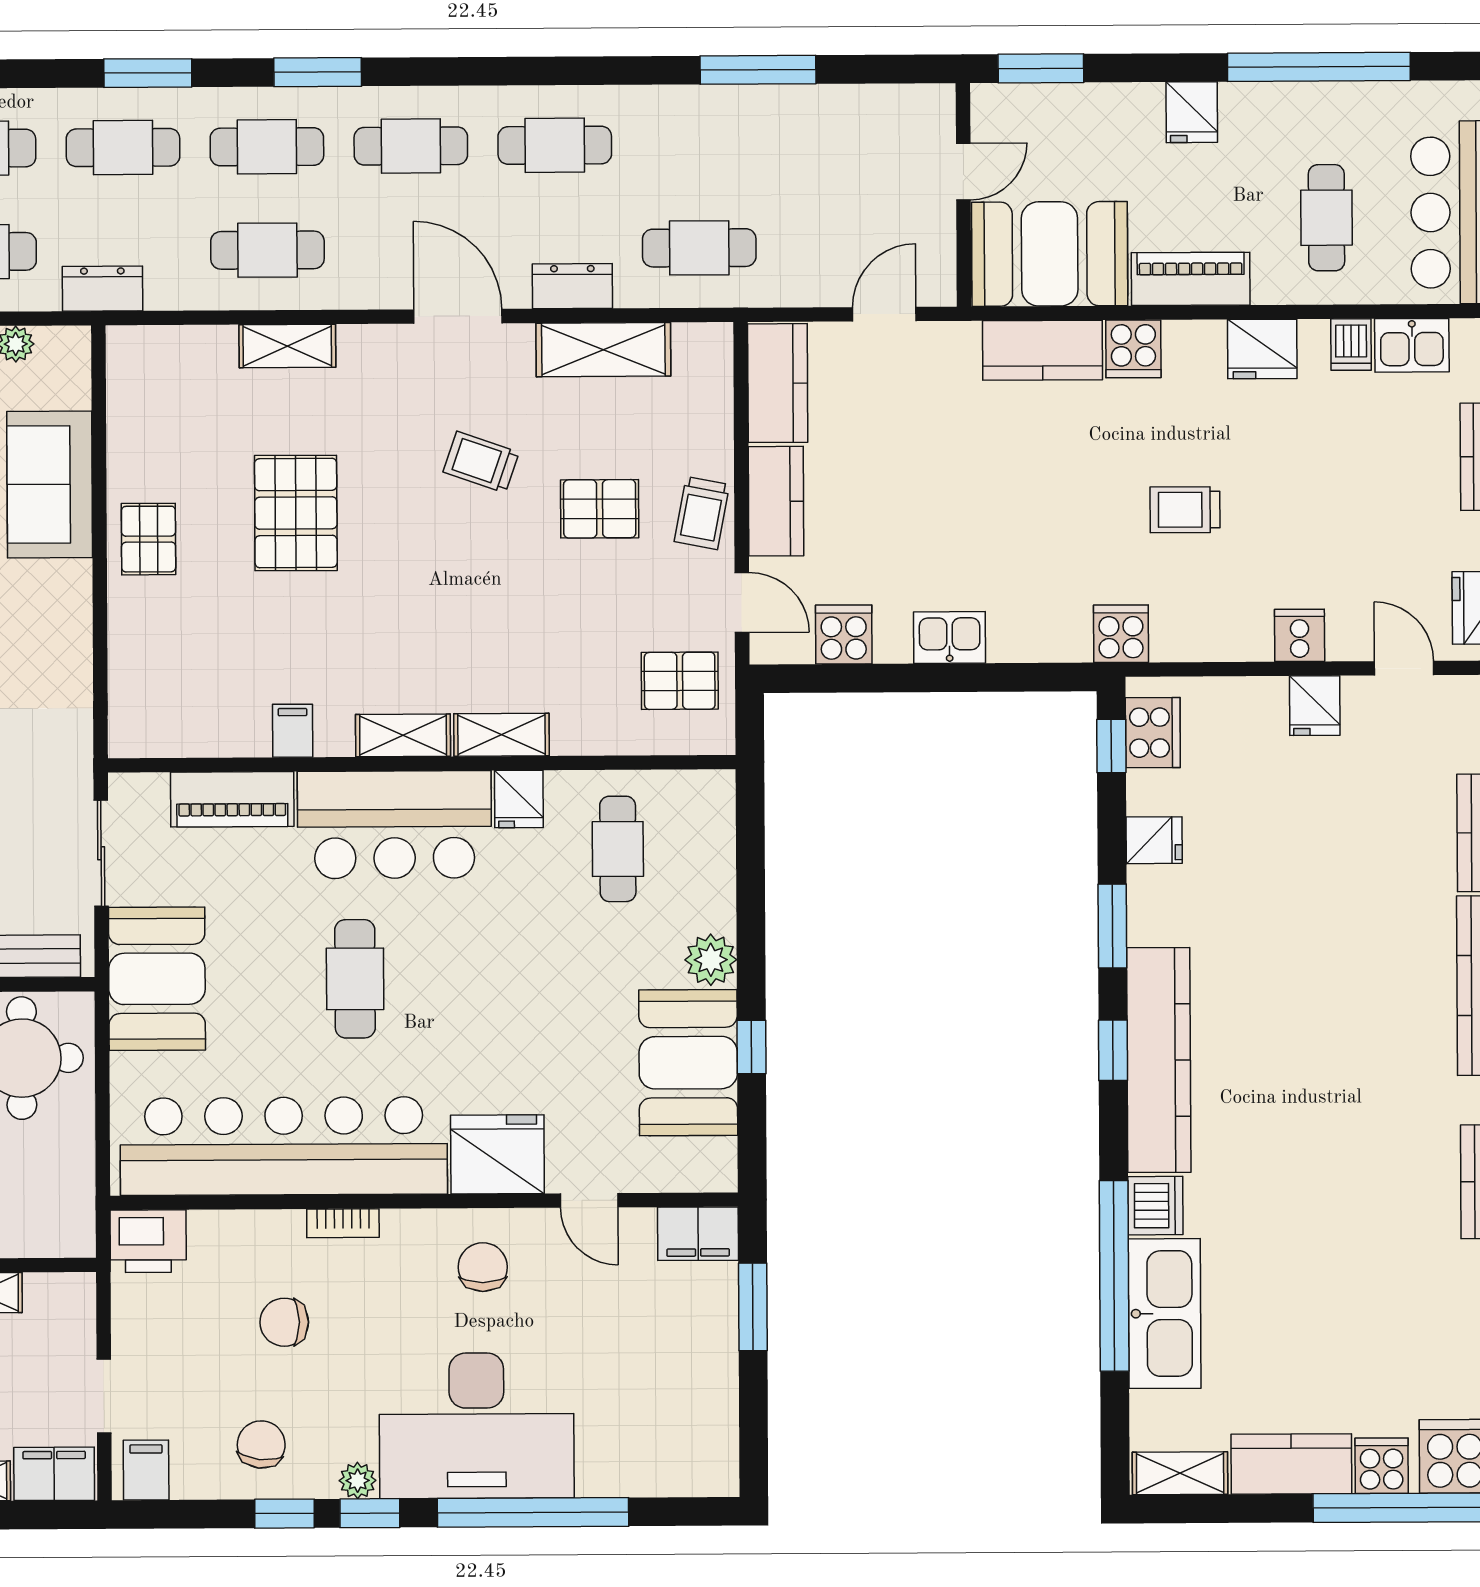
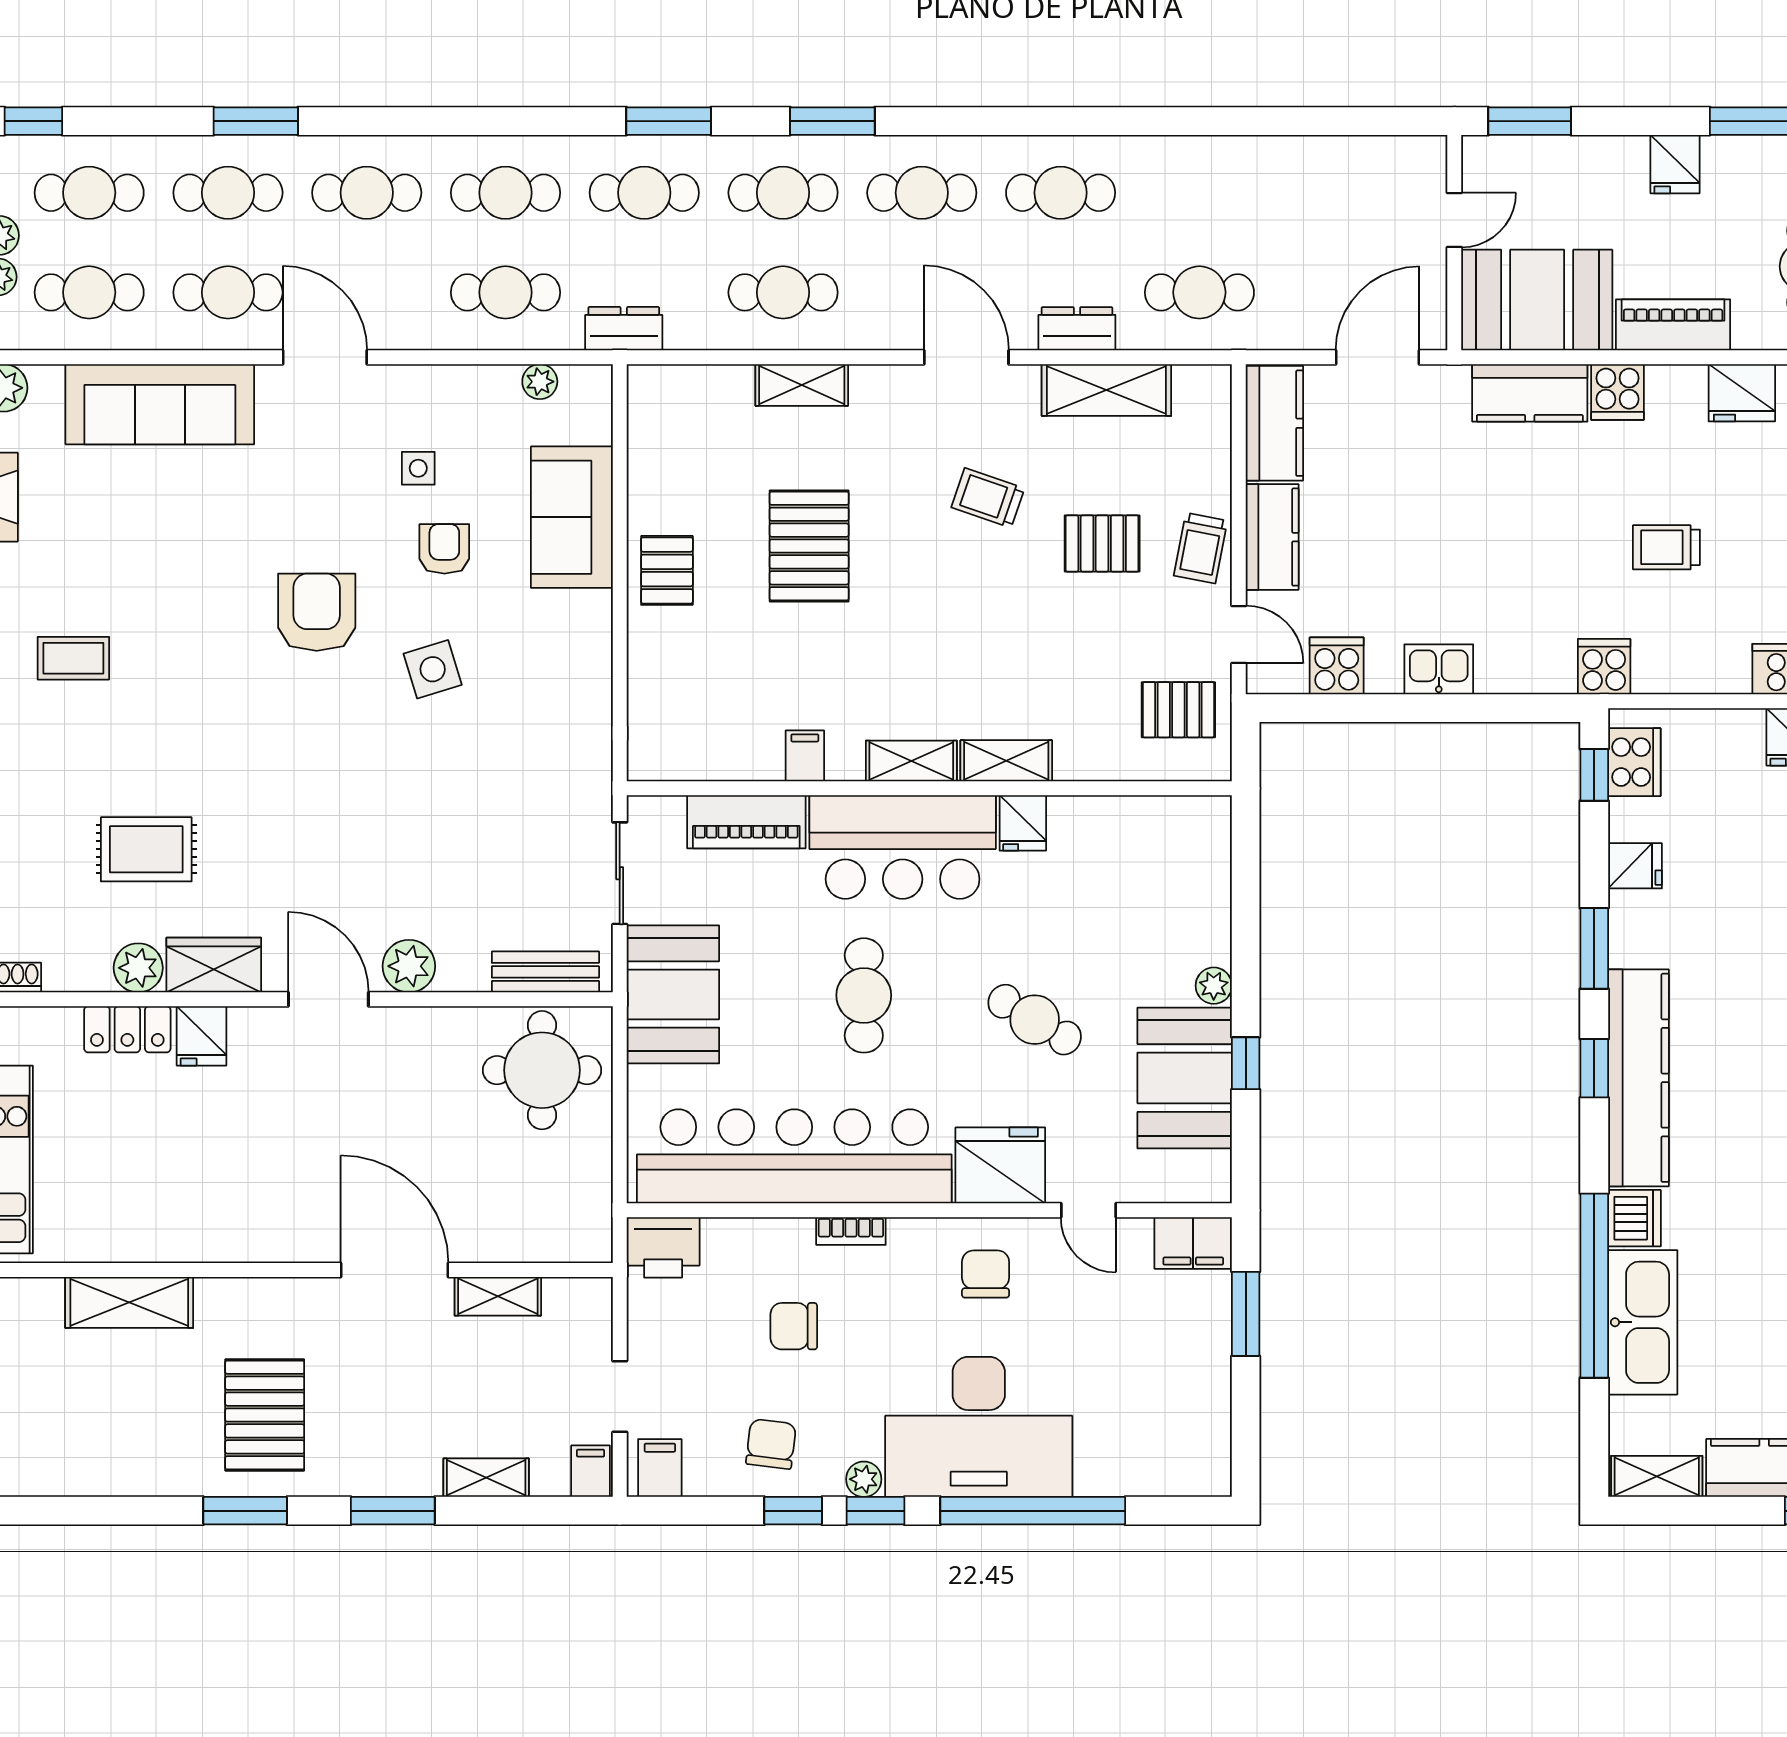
window: (758, 70) -> (1257, 121), removed
door: (884, 314) -> (1378, 357), width x1.37
cafe table: (618, 849) -> (1035, 1020), moved, turned -59
plant: (711, 960) -> (1214, 986), width x0.73, depth x0.73
filing cabinet: (54, 1474) -> (591, 1471), width x0.50

